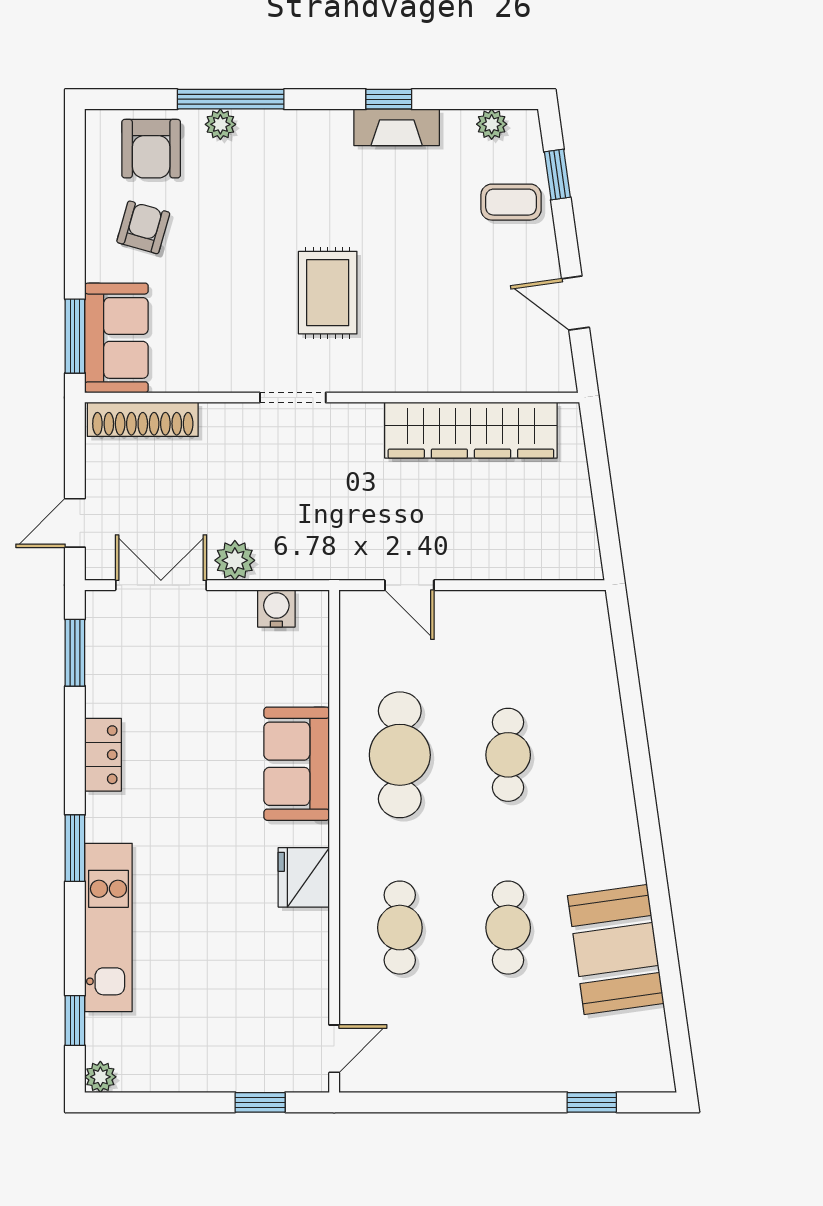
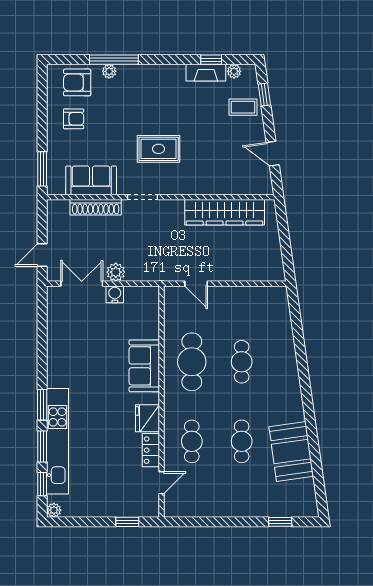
window: (389, 99) -> (211, 60), moved
fireplace: (397, 127) -> (206, 73), moved
armchair: (151, 149) -> (77, 82), turned 90
armchair: (143, 227) -> (74, 119), turned 74
rug: (328, 293) -> (159, 149), turned 90
sofa: (116, 338) -> (91, 180), moved, turned -90
shoe rack: (143, 419) -> (96, 207), moved
water cooler: (276, 608) -> (115, 294), moved
window: (75, 653) -> (42, 447), moved
locker: (103, 755) -> (151, 450), moved, turned 180
kitchen unit: (108, 927) -> (58, 441), width x1.36
door: (334, 1049) -> (162, 483), moved

